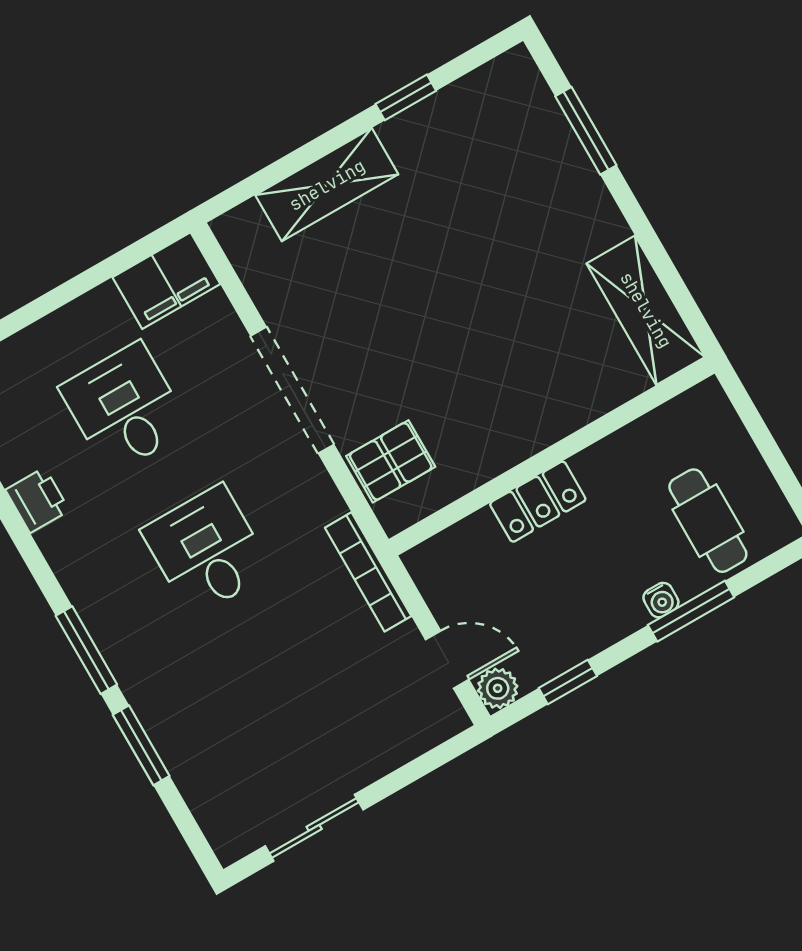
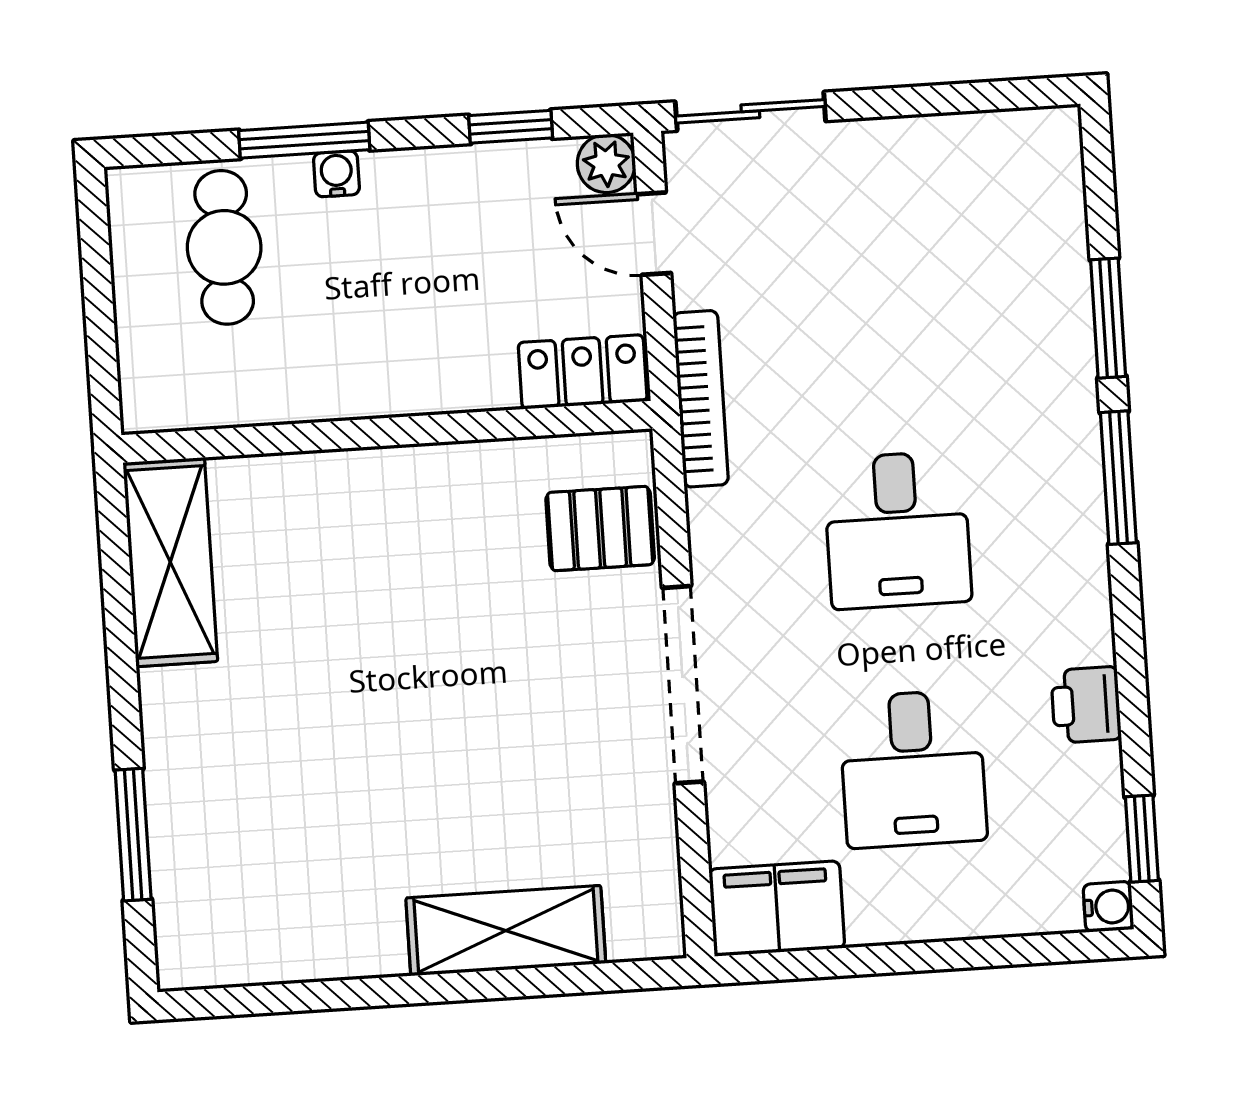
window: (406, 97) -> (347, 994), removed
locker: (538, 502) -> (583, 372), moved
sliding door: (314, 828) -> (750, 111), moved

